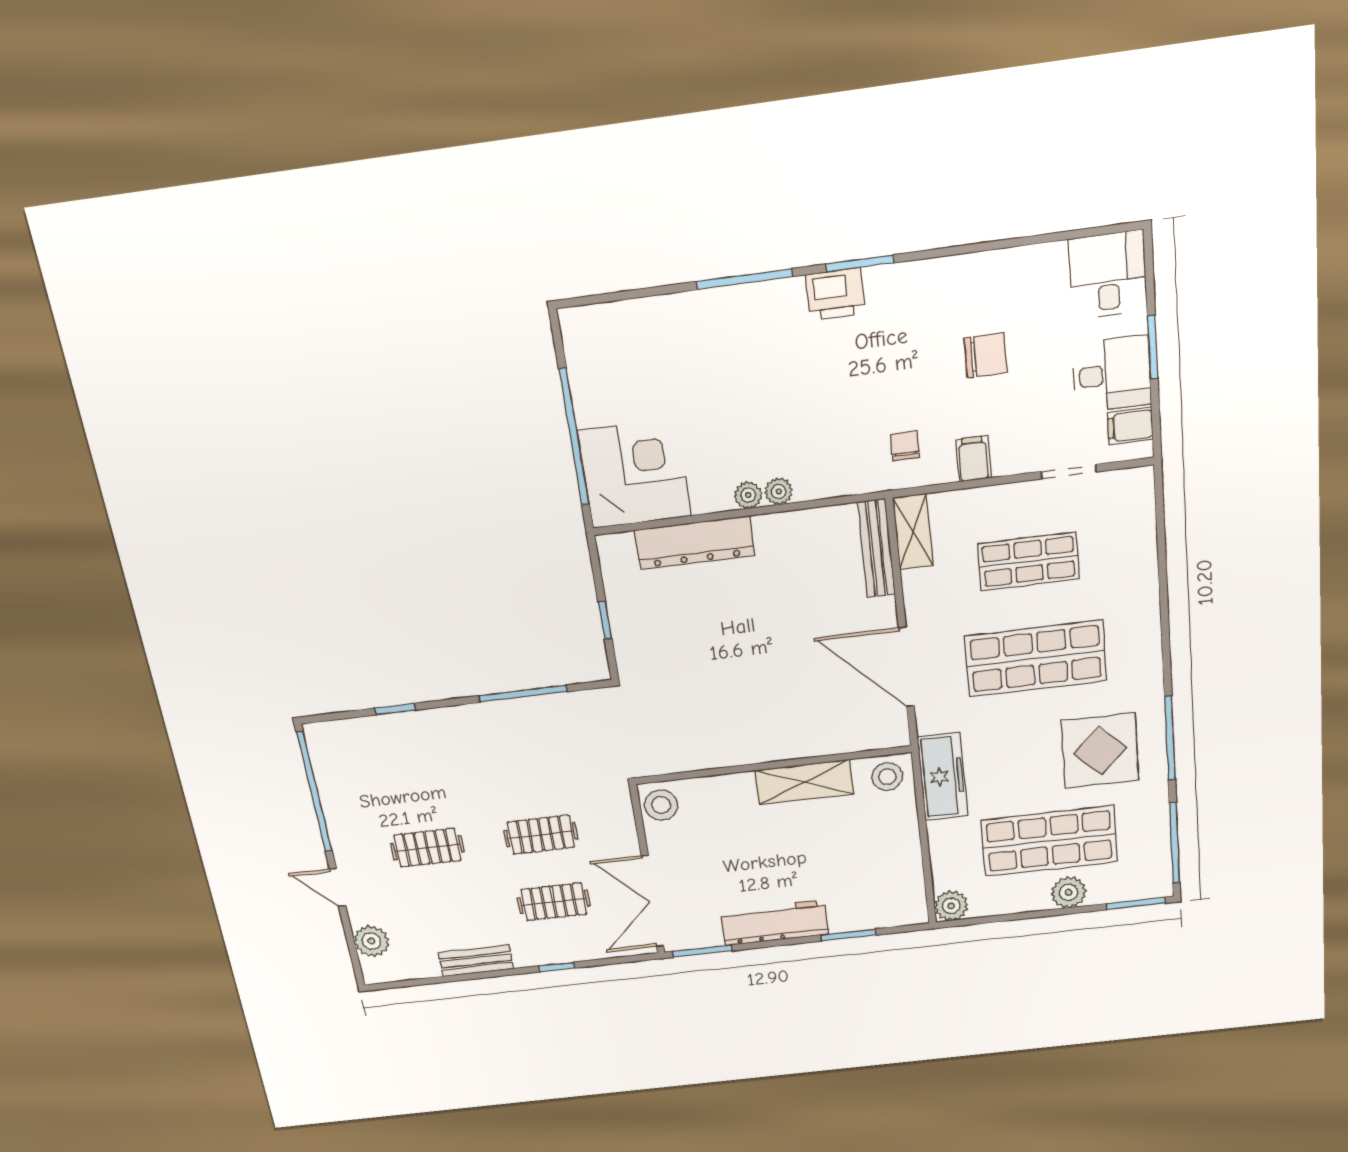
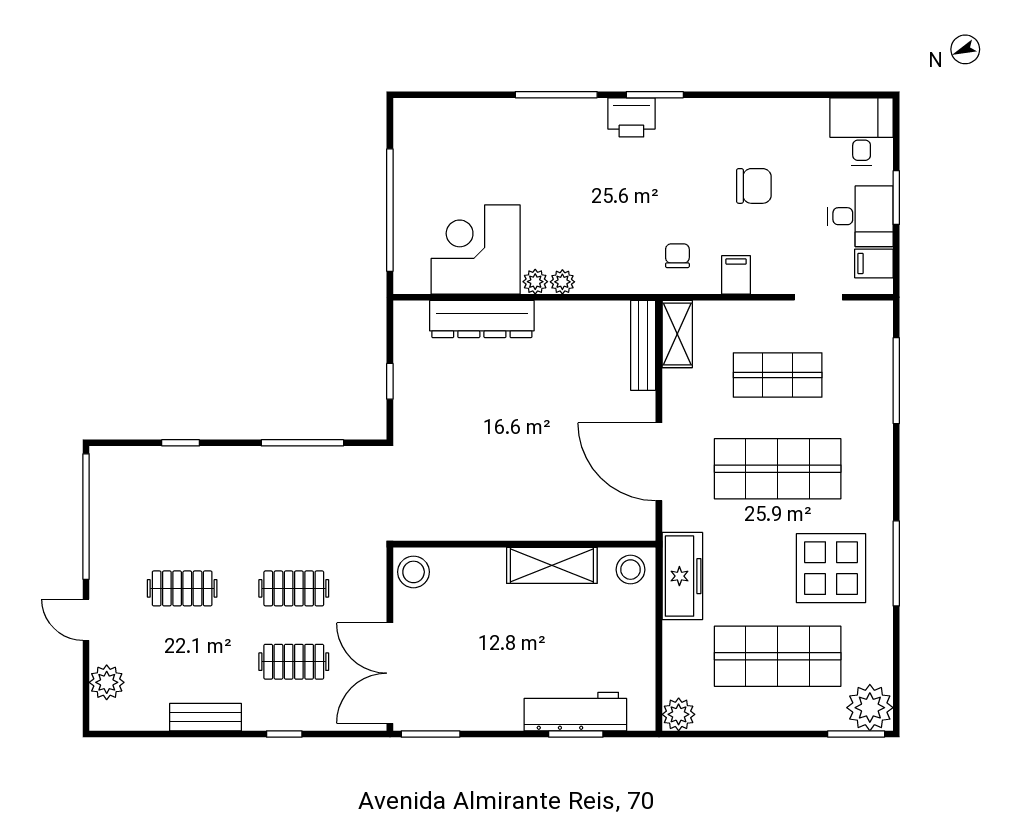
corner desk: (634, 474) -> (476, 249), moved, turned -90
window: (1175, 843) -> (896, 381), moved
plant: (1069, 892) -> (870, 708), moved, width x1.36, depth x1.36
workbench: (775, 923) -> (575, 712), moved

